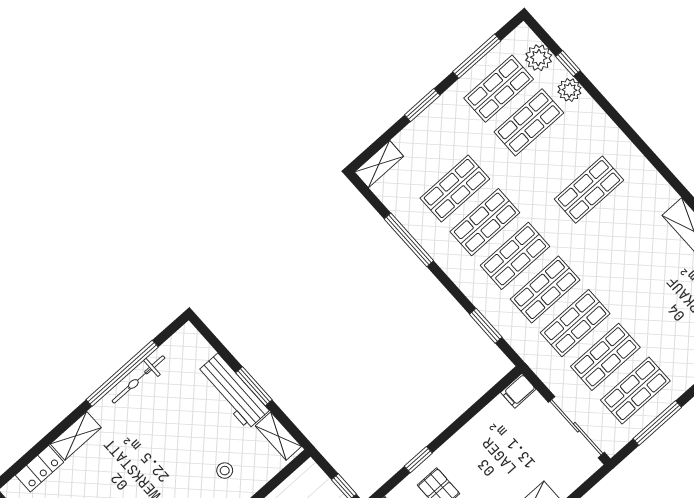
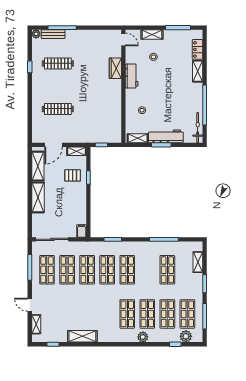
plant: (570, 90) -> (143, 337), moved
shelving: (379, 164) -> (198, 262), moved
shop shelf: (485, 222) -> (147, 314), moved
bicycle: (138, 379) -> (198, 128), moved

